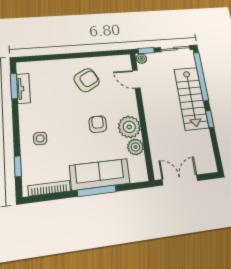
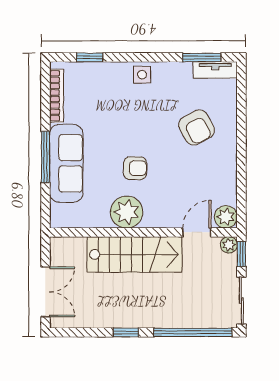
armchair: (87, 80) -> (197, 127), moved
tv unit: (23, 88) -> (215, 70), moved
stairs: (191, 98) -> (134, 254), moved, turned 180
side table: (40, 138) -> (142, 75), moved
plant: (135, 147) -> (226, 217), moved
double door: (180, 180) -> (45, 292), moved

